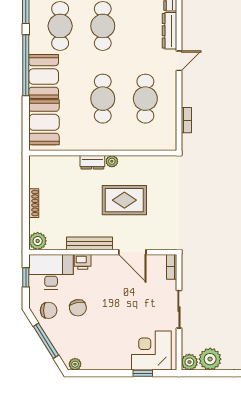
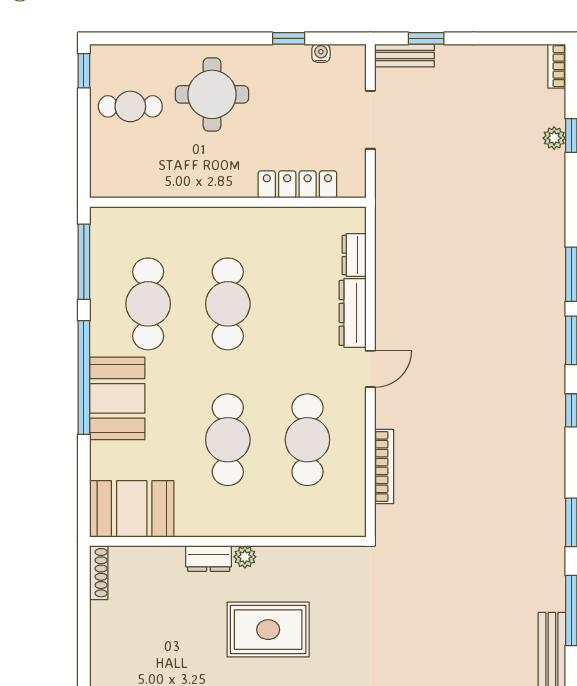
bookcase: (186, 120) -> (384, 467), width x1.56
booth: (44, 122) -> (132, 509), moved, turned 90
shoe rack: (34, 203) -> (99, 573), moved

